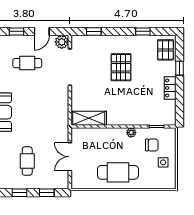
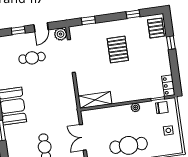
locker: (170, 88) -> (168, 86), moved
chair: (152, 145) -> (162, 108), moved

